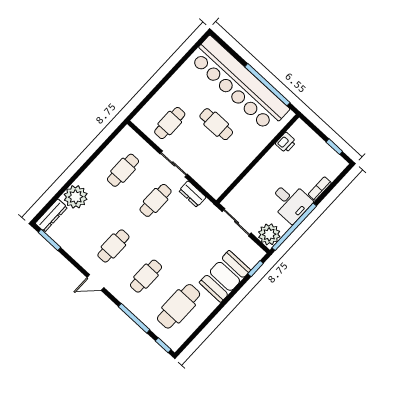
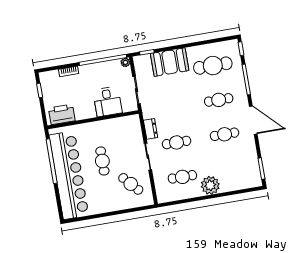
cafe table: (170, 123) -> (131, 184), turned 48
printer: (286, 143) -> (62, 114), width x1.87, depth x1.48
plant: (76, 197) -> (210, 185), moved
desk: (290, 202) -> (108, 101), moved, turned 180
dresser: (51, 215) -> (249, 183), removed
plant: (269, 234) -> (125, 62), width x0.53, depth x0.53
door: (95, 282) -> (253, 120), width x1.88

